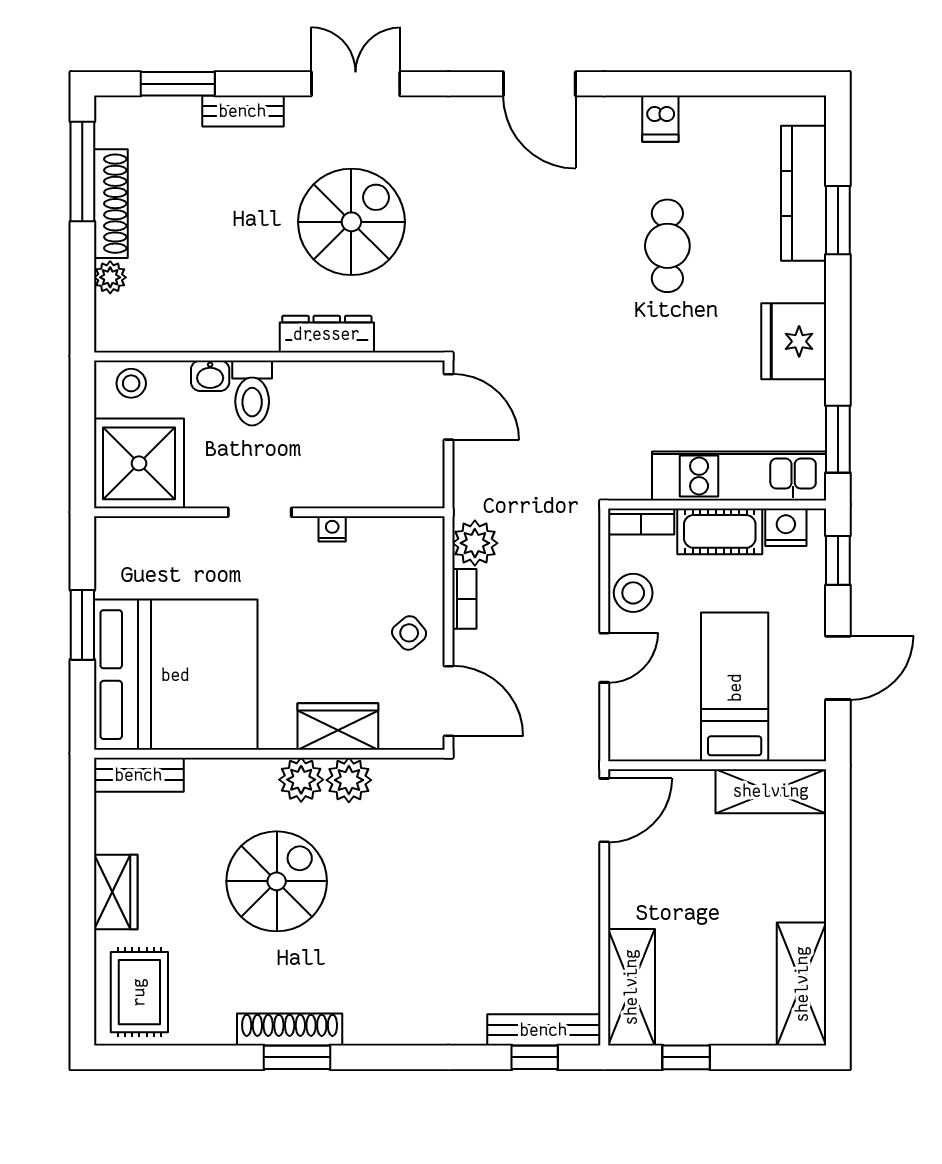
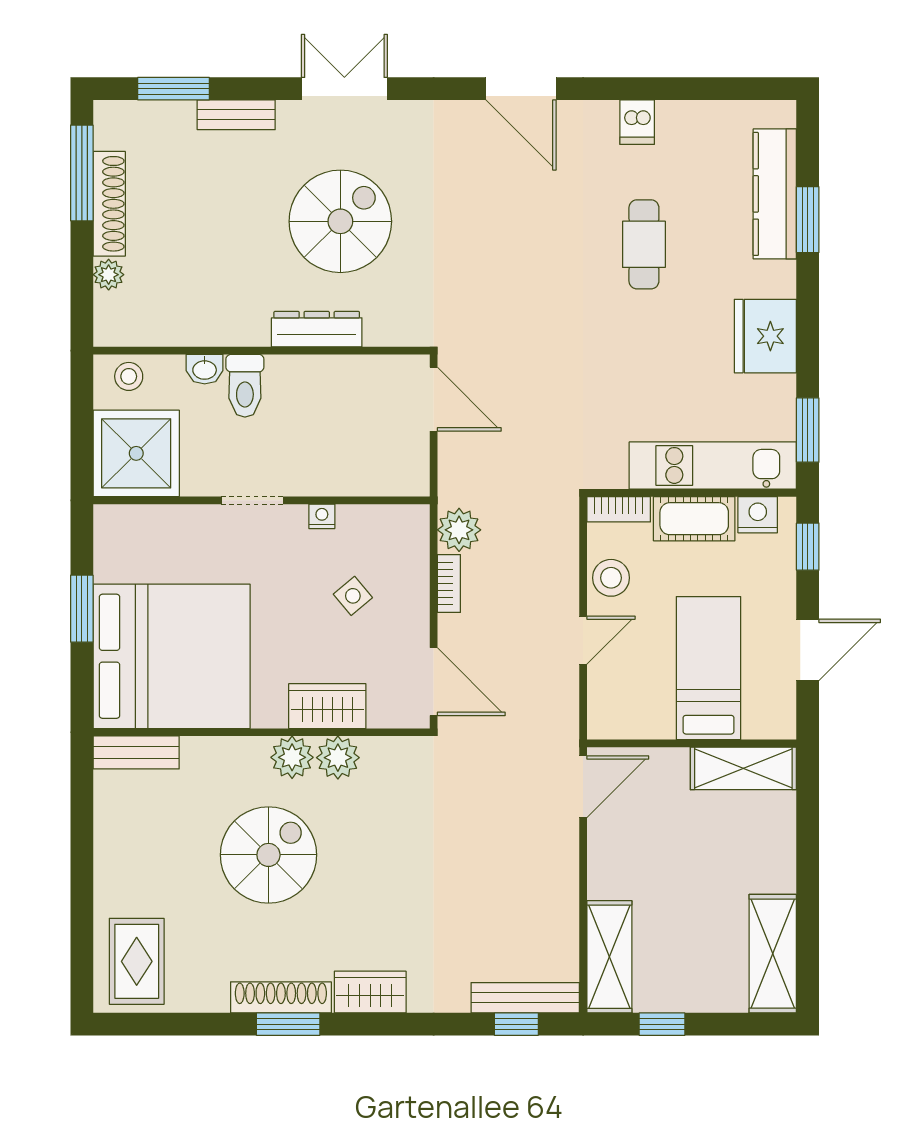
side table: (409, 633) -> (353, 596), moved
wardrobe: (116, 892) -> (370, 992), moved, turned -90

